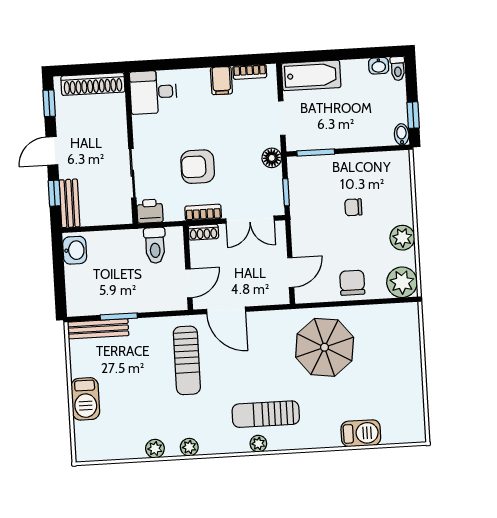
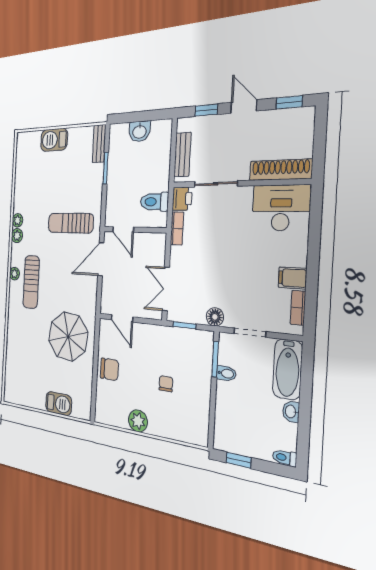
washbasin: (379, 66) -> (291, 412), moved
shoe rack: (93, 84) -> (281, 170), moved, turned 90
desk: (153, 92) -> (281, 208), width x1.37
bidet: (402, 134) -> (226, 373), moved
armchair: (198, 167) -> (215, 246), removed
bench: (70, 203) -> (182, 155), moved, turned 90
bookcase: (203, 212) -> (177, 228), moved
shoe rack: (203, 232) -> (160, 246), removed
washbasin: (75, 250) -> (139, 131), moved
plant: (402, 282) -> (106, 411), removed
bench: (98, 329) -> (99, 144), width x0.73
sun lounger: (266, 414) -> (31, 282), turned 180
barbecue: (361, 433) -> (59, 404), moved, turned -90
plant: (155, 449) -> (17, 236), moved

